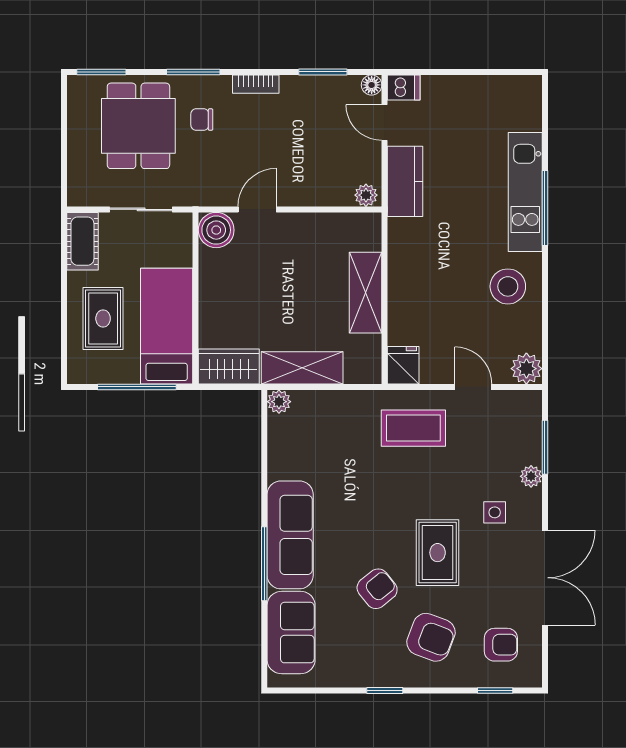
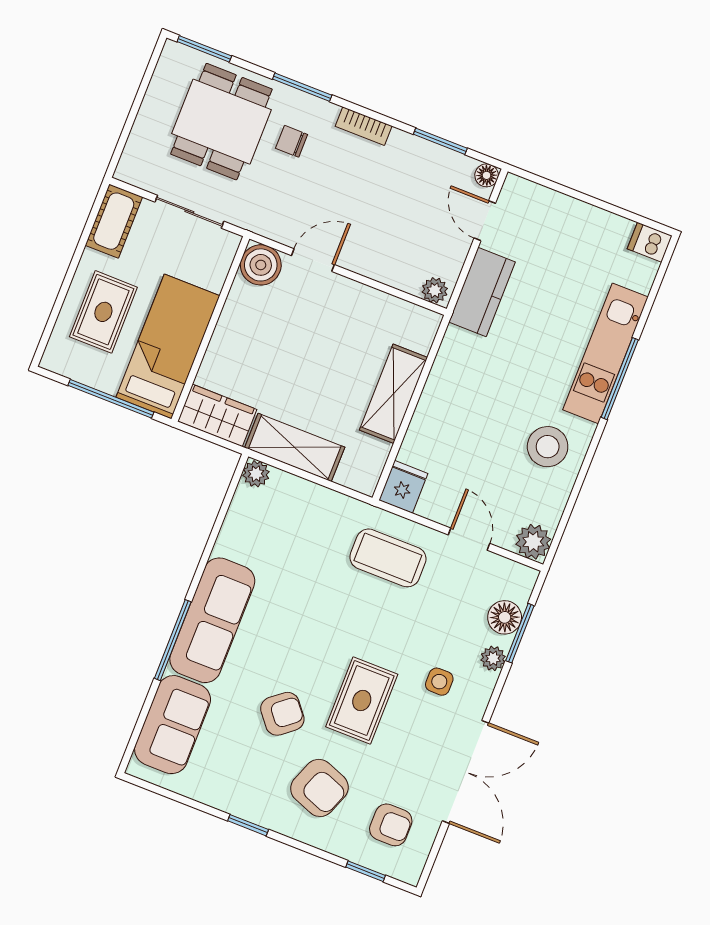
dishwasher: (404, 87) -> (650, 242), moved, turned 180
floor lamp: (527, 439) -> (505, 617), added

